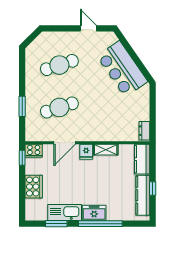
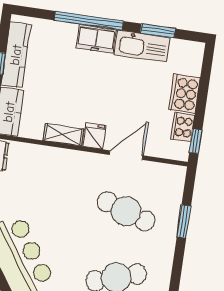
cafe table: (59, 107) -> (126, 211), turned 36
cooker: (34, 151) -> (183, 127), moved, turned -90

